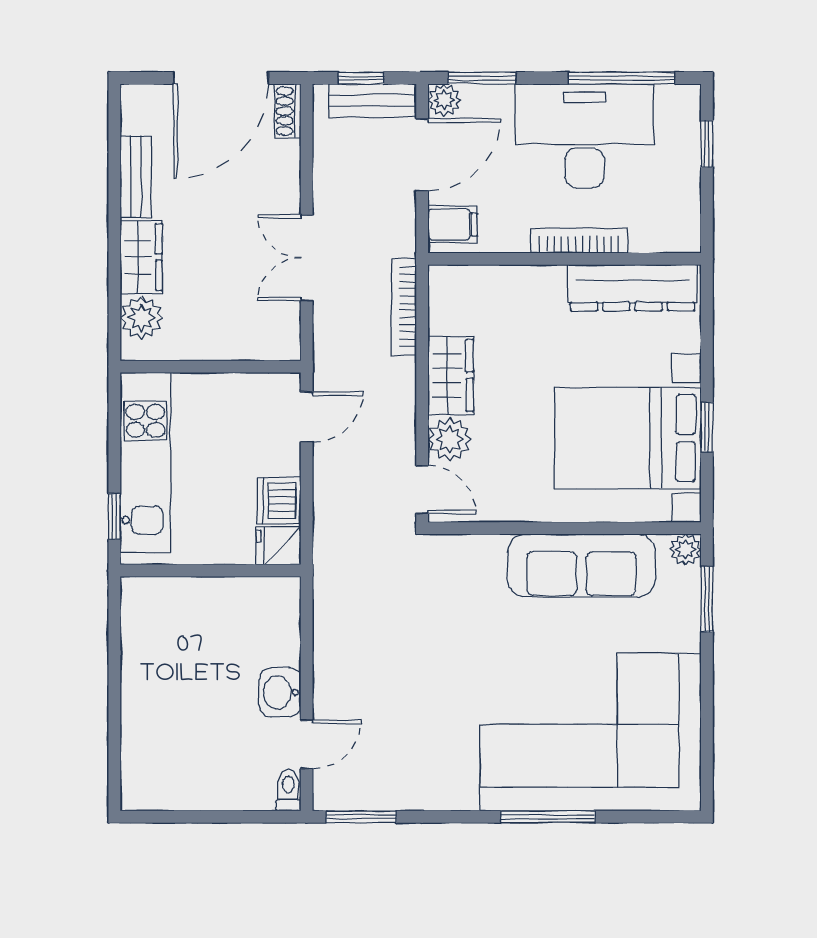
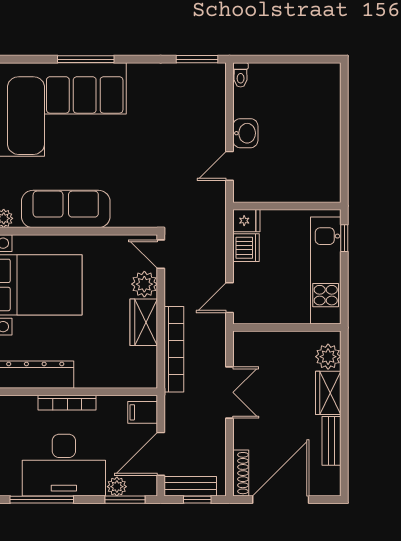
plant: (444, 100) -> (117, 487), moved
shoe rack: (288, 111) -> (241, 473), width x1.43
bookcase: (404, 307) -> (174, 349), width x1.48, depth x1.31
door: (307, 744) -> (230, 166), moved

